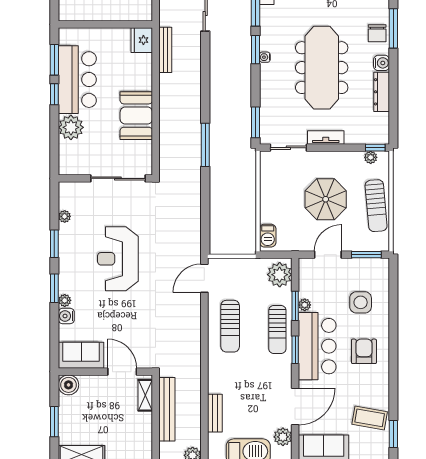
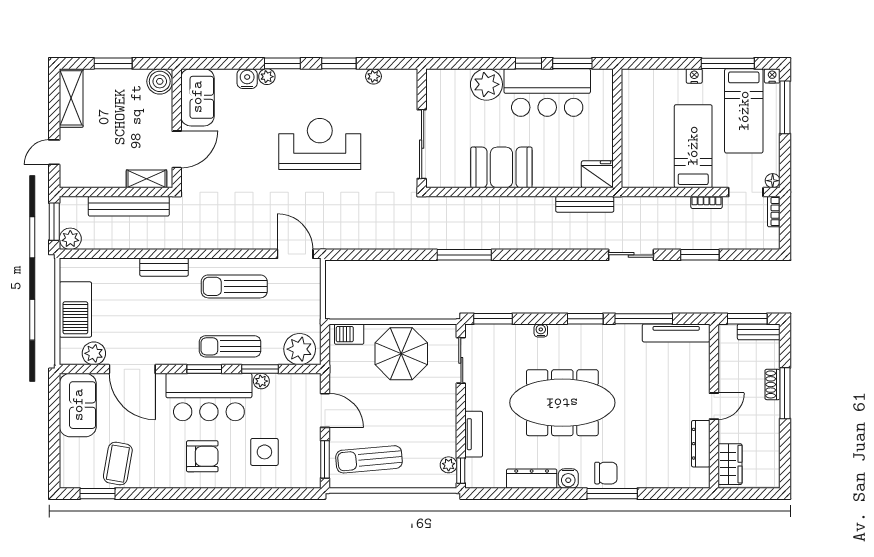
chair: (377, 33) -> (606, 473), turned 180
water cooler: (265, 57) -> (541, 330), moved
tv unit: (326, 137) -> (474, 434), moved
parasol: (326, 199) -> (401, 354), moved
sun lounger: (376, 206) -> (369, 459), moved
bench: (215, 413) -> (164, 267), moved

